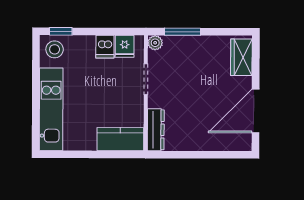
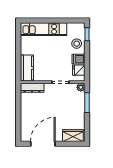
stool: (55, 49) -> (77, 44), moved
door: (256, 111) -> (43, 144), hinge flipped

